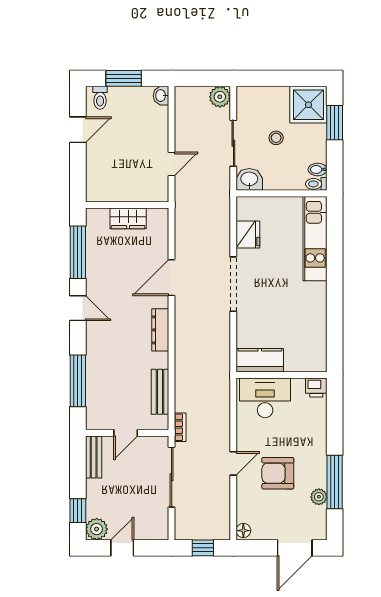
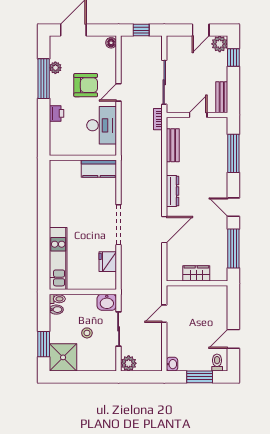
printer: (316, 388) -> (57, 113), moved, turned 90
desk: (265, 398) -> (102, 125), moved, turned -90

